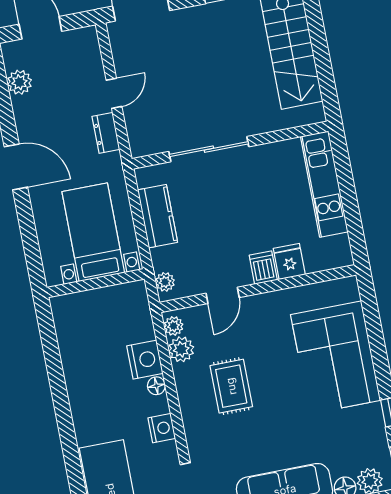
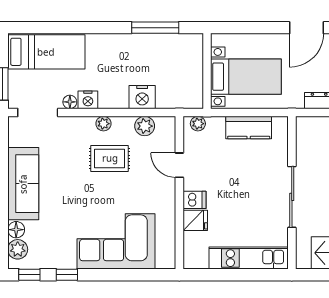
sliding door: (209, 149) -> (292, 197), moved
plant: (173, 326) -> (103, 124), moved
window: (53, 360) -> (155, 28), added
floor lamp: (156, 386) -> (70, 102), moved

